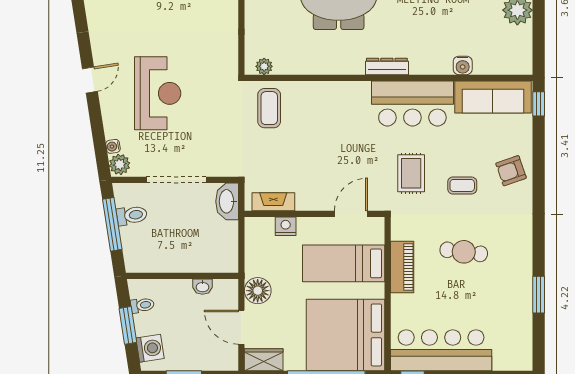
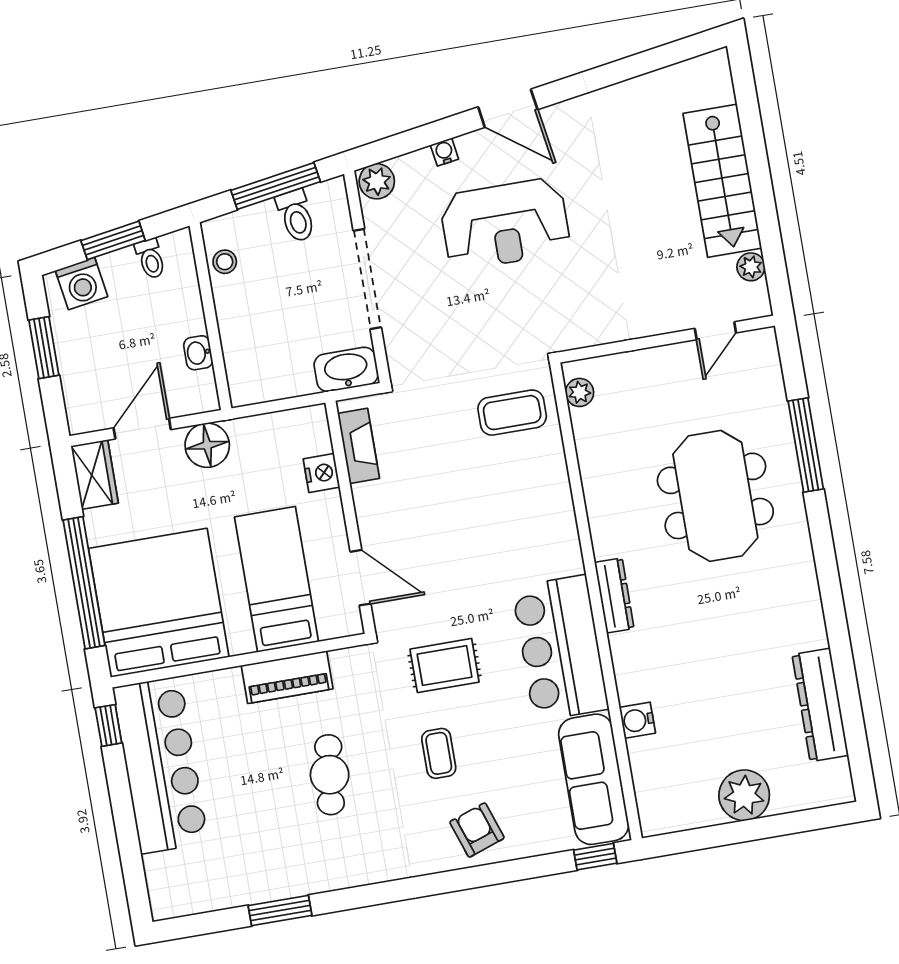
door: (90, 80) -> (508, 108), width x1.37
water cooler: (113, 146) -> (444, 152), moved
stool: (152, 262) -> (225, 262), added

